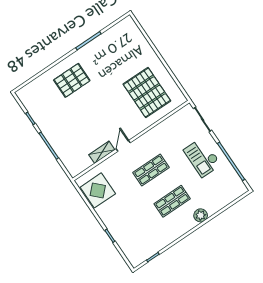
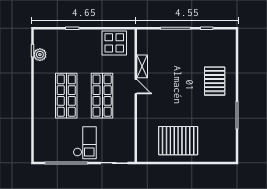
pallet: (147, 92) -> (178, 141), moved
checkout: (202, 157) -> (85, 143), turned 90
shop shelf: (151, 170) -> (102, 96), width x1.43, depth x1.36
shop shelf: (172, 201) -> (66, 96), width x1.43, depth x1.36
plant: (201, 215) -> (40, 55), moved

